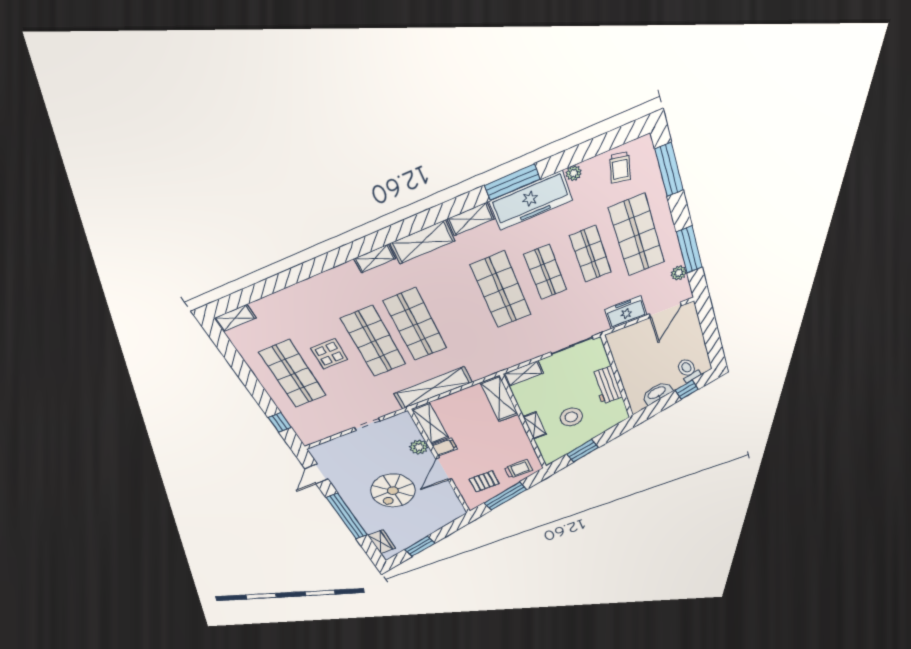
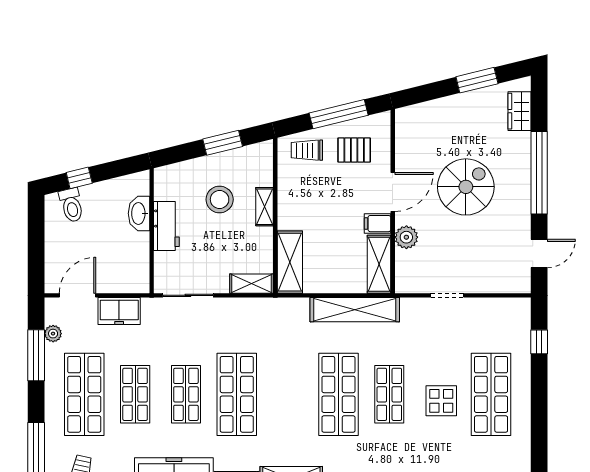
shop shelf: (374, 341) -> (389, 394), width x0.70, depth x0.74
washbasin: (657, 393) -> (139, 213), moved, turned 104

